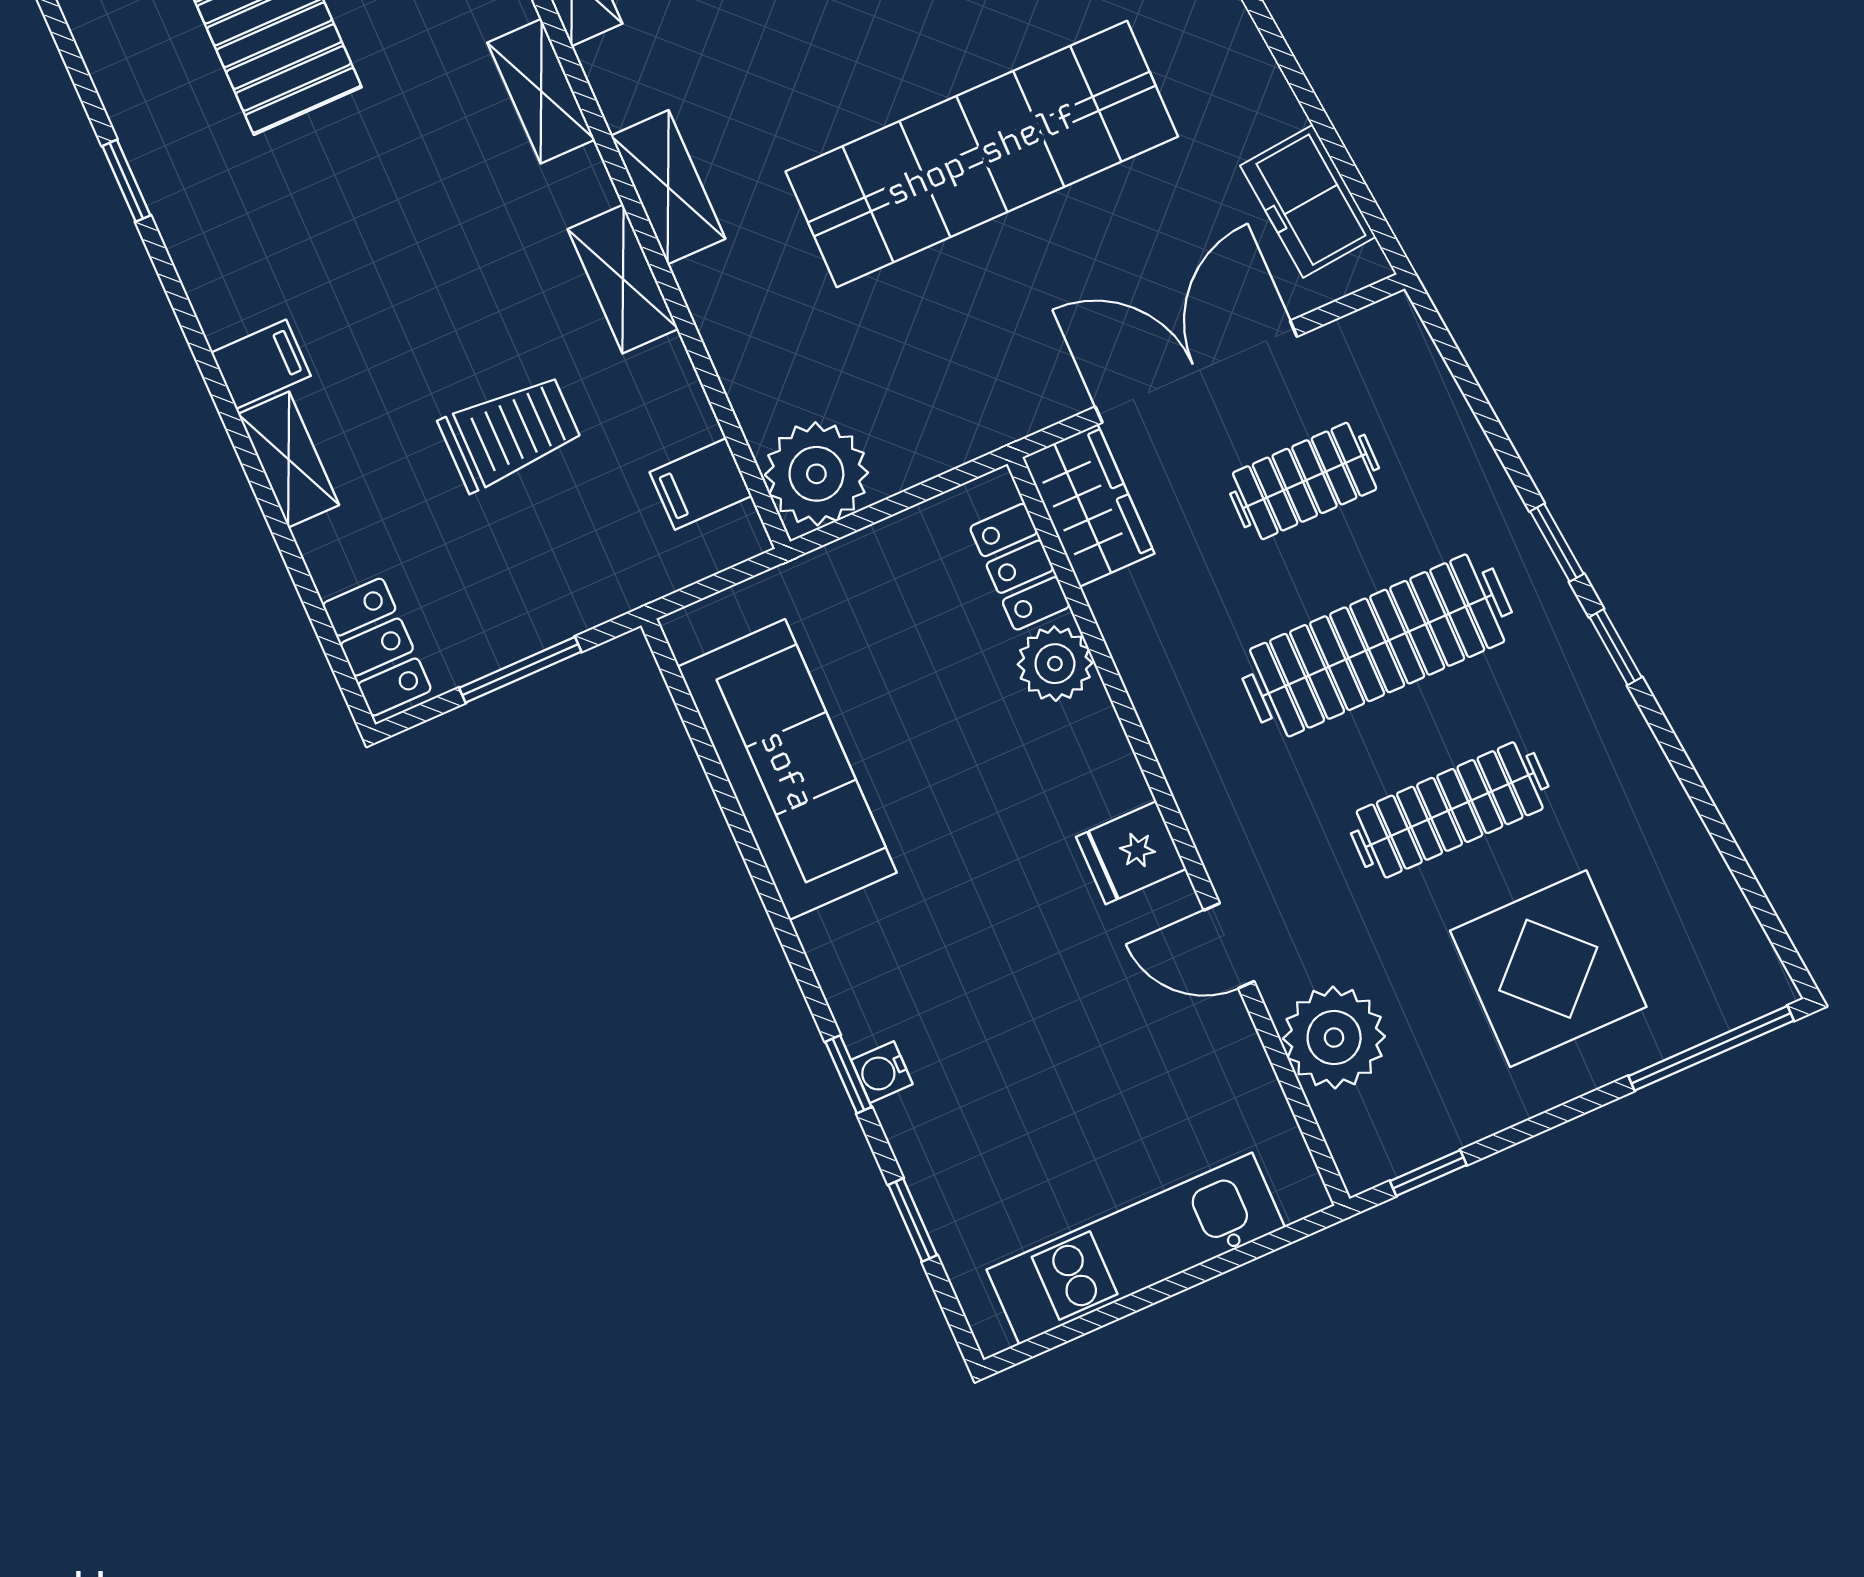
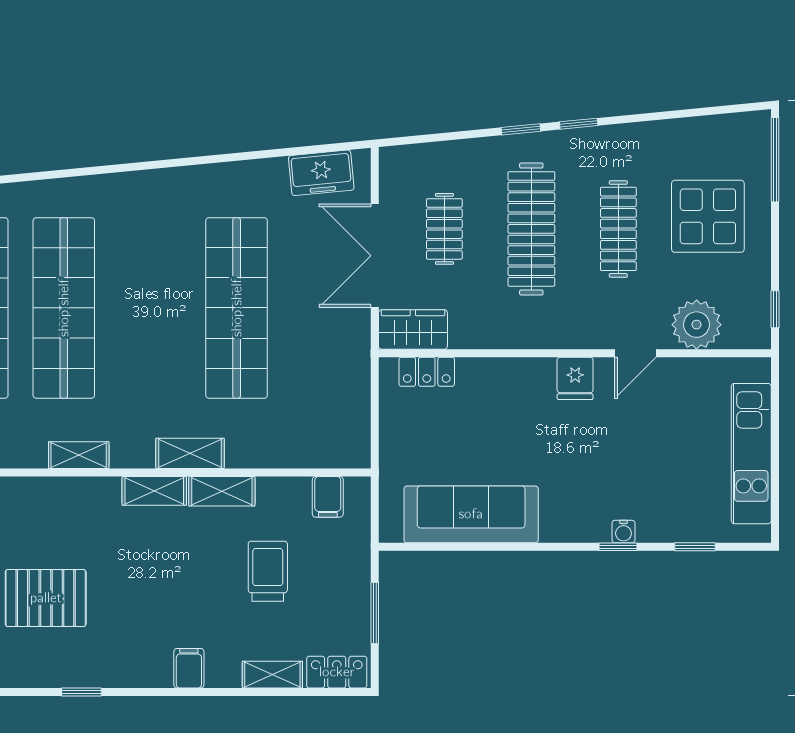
shelving: (541, 91) -> (154, 491), moved
shelving: (289, 460) -> (272, 675), moved
plant: (816, 474) -> (346, 444), removed
plant: (1055, 664) -> (476, 375), removed

